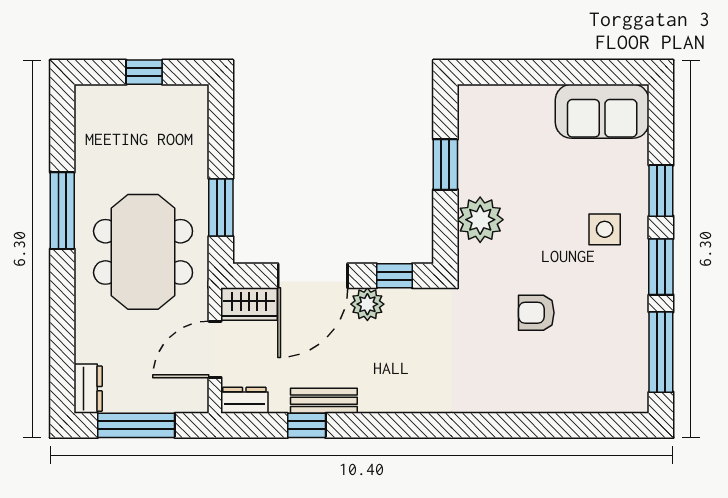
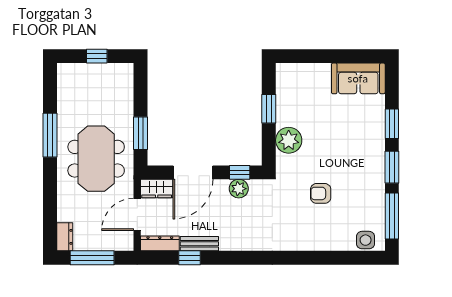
side table: (605, 229) -> (366, 240), moved
plant: (367, 304) -> (239, 189), moved
dresser: (244, 400) -> (160, 243), width x1.44

